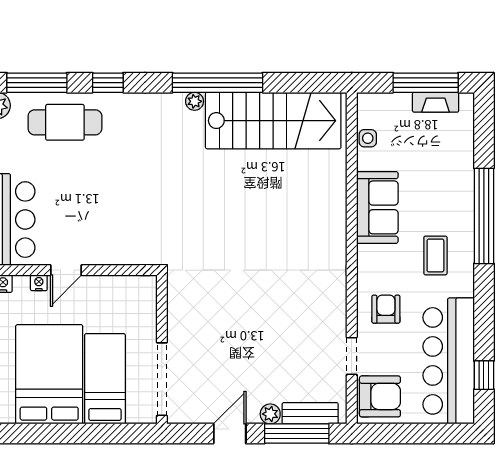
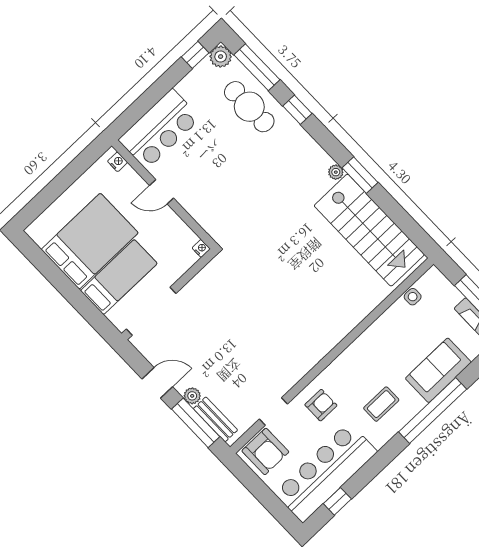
window: (217, 83) -> (360, 175), width x0.47
sofa: (377, 207) -> (438, 370), moved, turned 180
nightstand: (39, 283) -> (201, 248), moved

